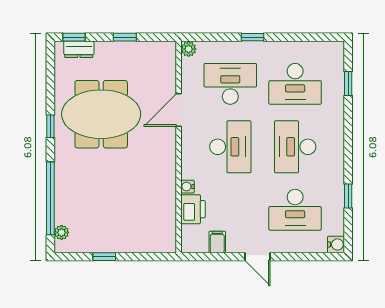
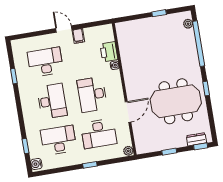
filing cabinet: (217, 242) -> (78, 36), moved
water cooler: (336, 244) -> (36, 164), moved

